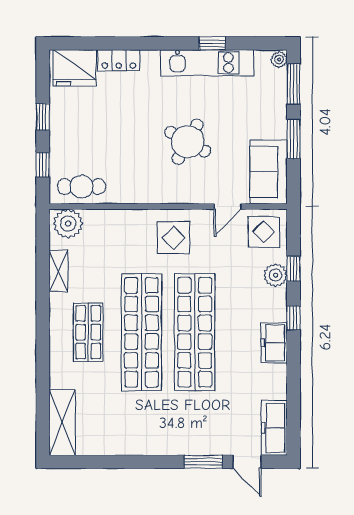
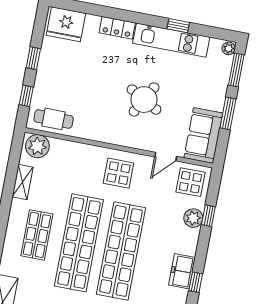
locker: (119, 60) -> (117, 28), moved
window: (293, 318) -> (196, 282), moved

